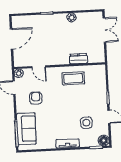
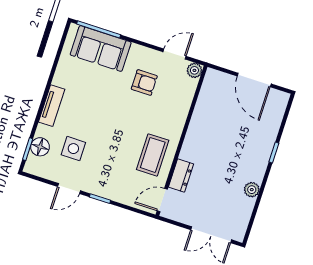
door: (39, 67) -> (162, 200), moved
floor lamp: (104, 141) -> (40, 147), moved

